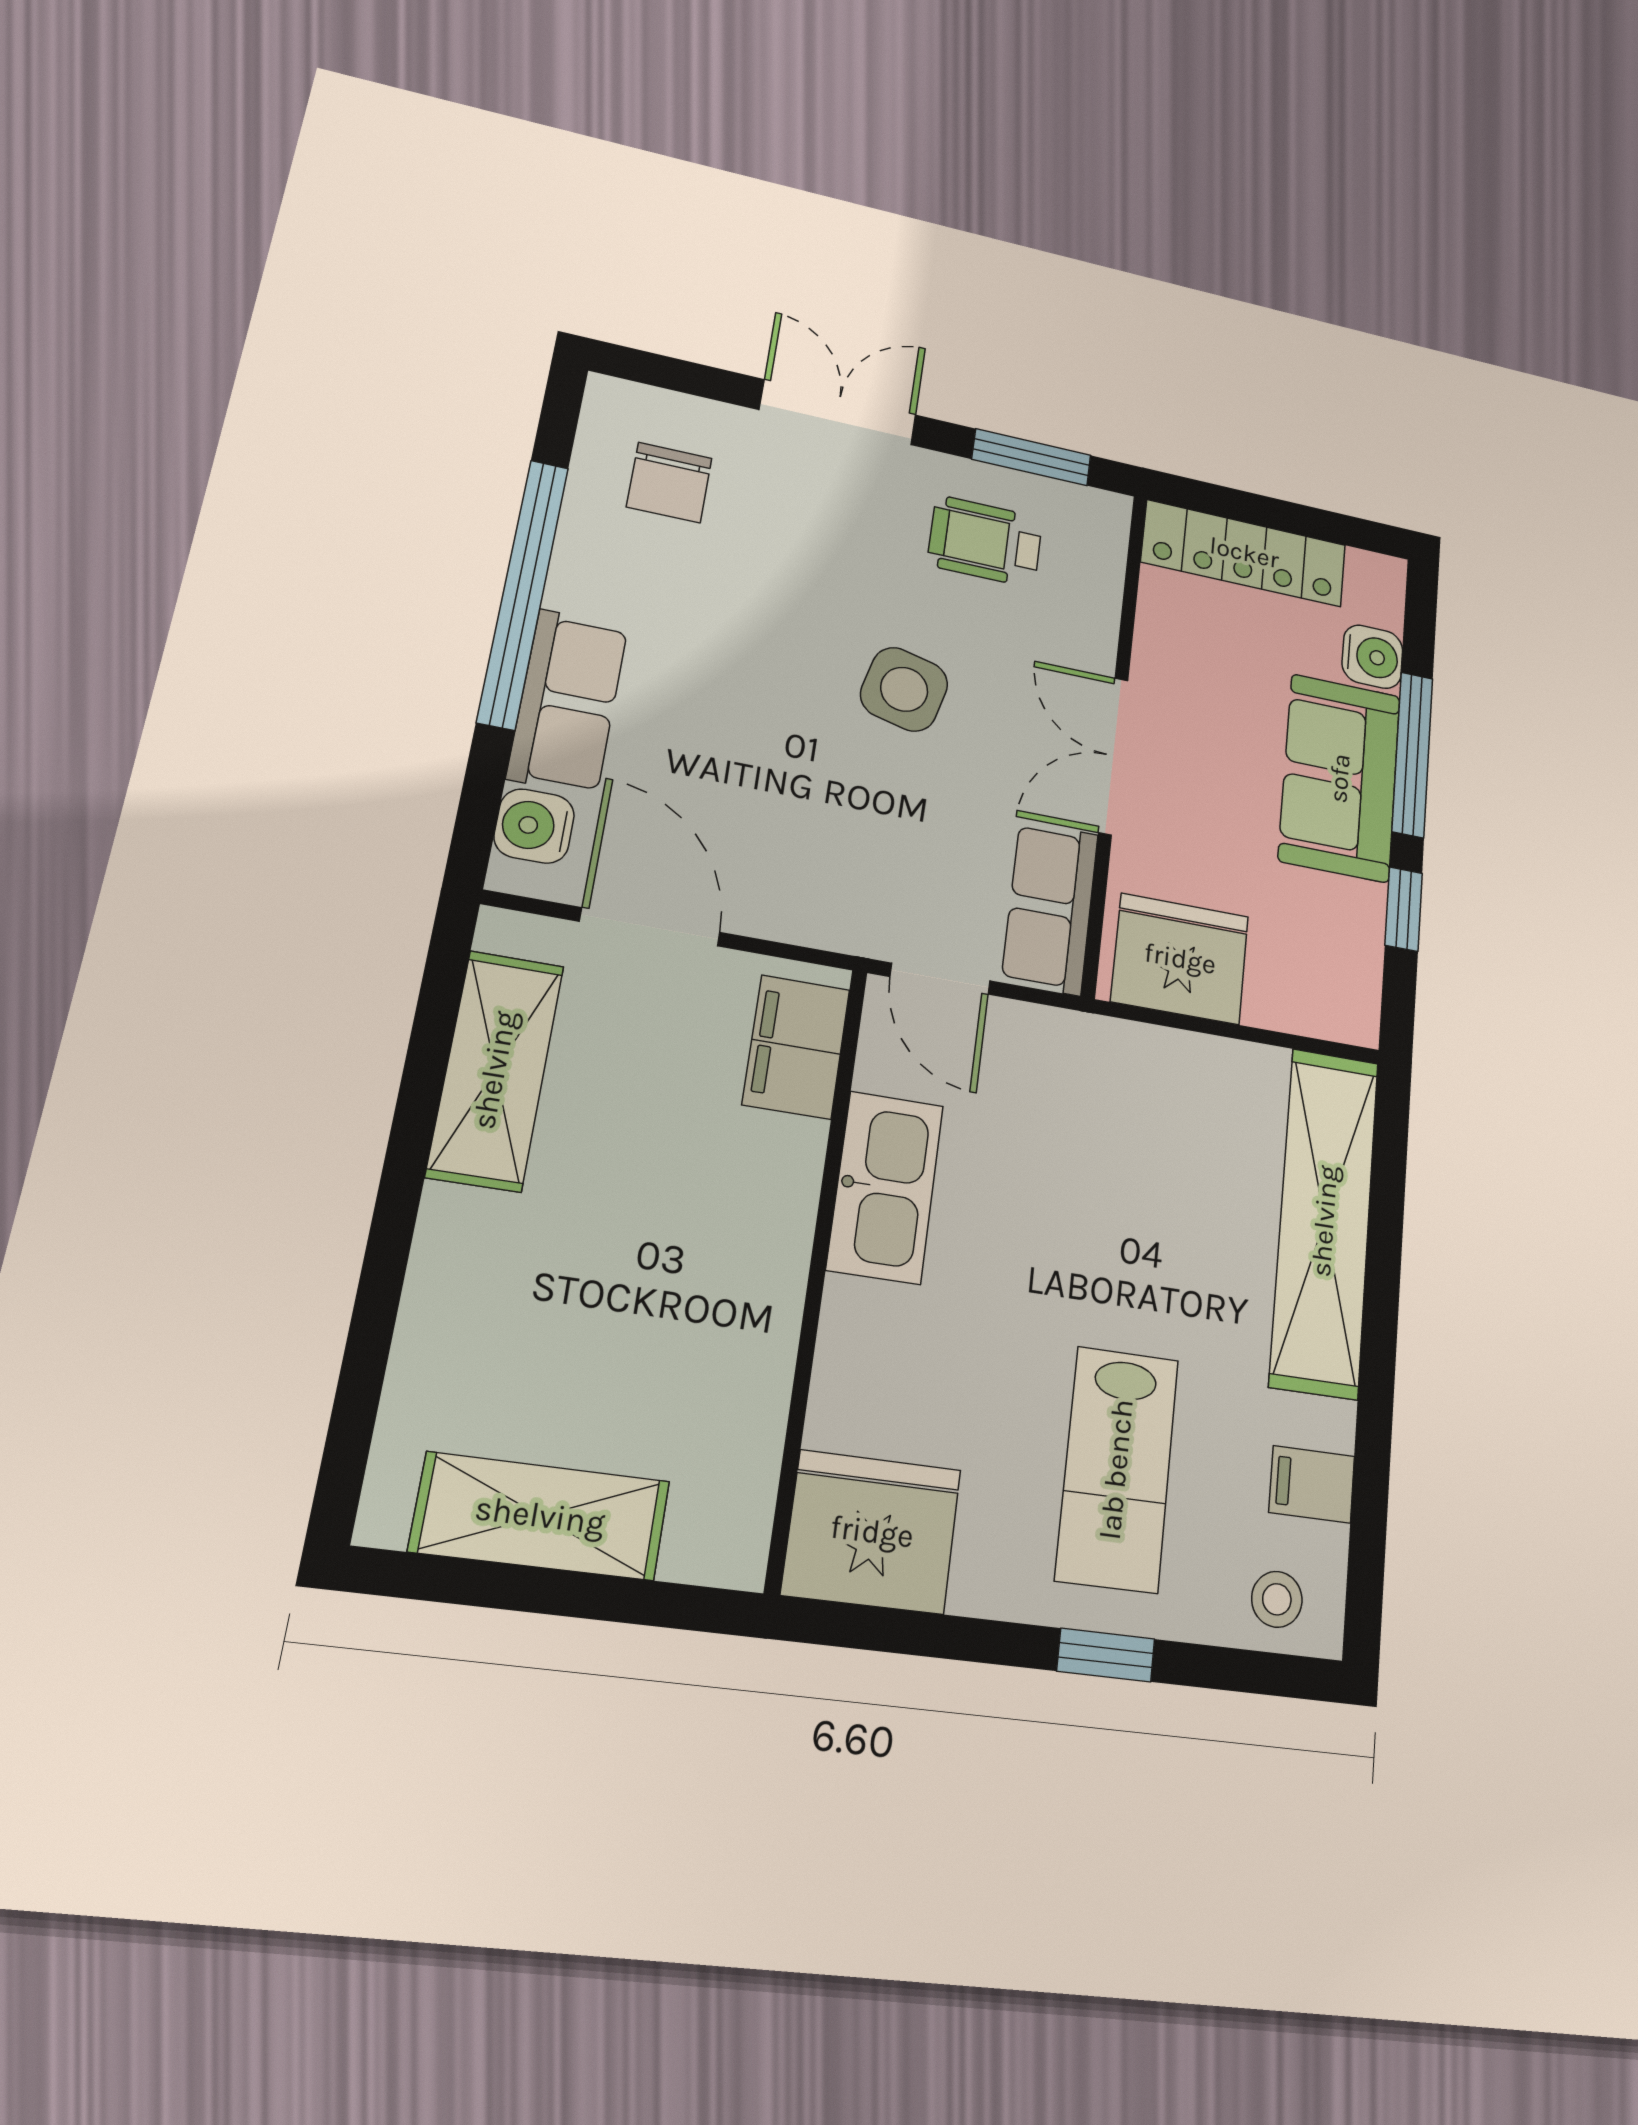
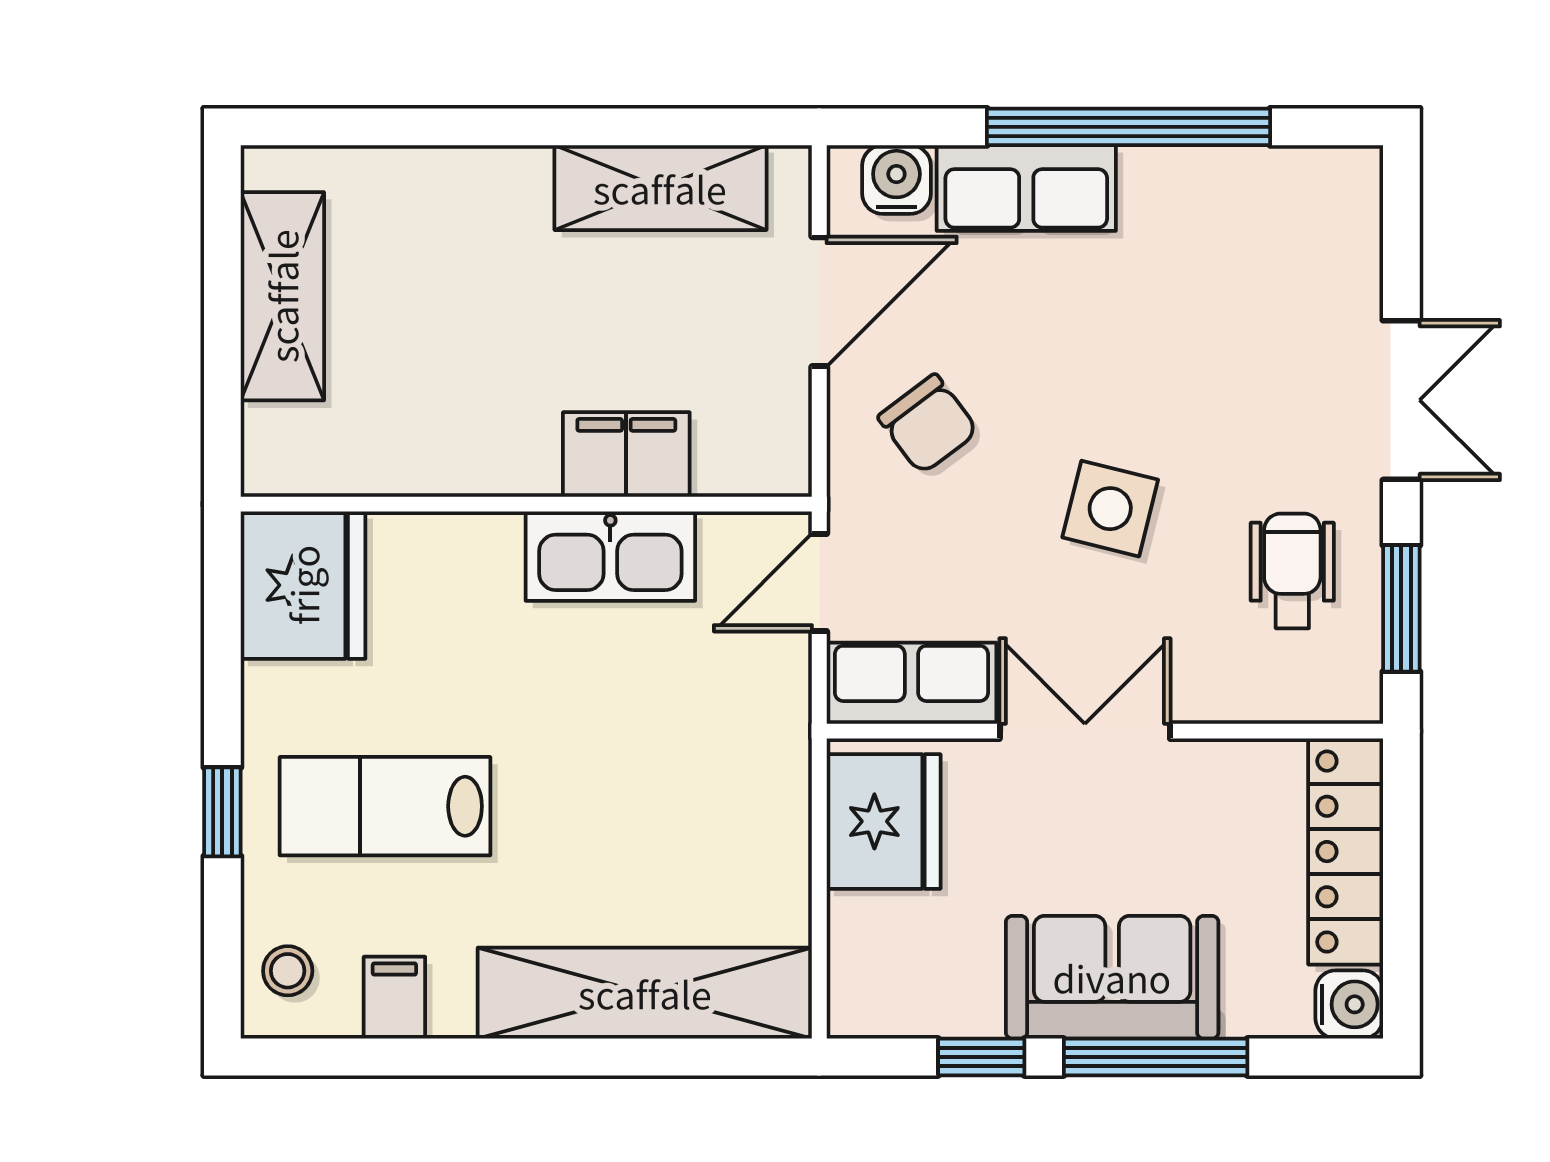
chair: (669, 483) -> (928, 424), moved, turned -127
water cooler: (1372, 657) -> (1349, 1004), moved, turned -90
filing cabinet: (796, 1047) -> (626, 454), moved

